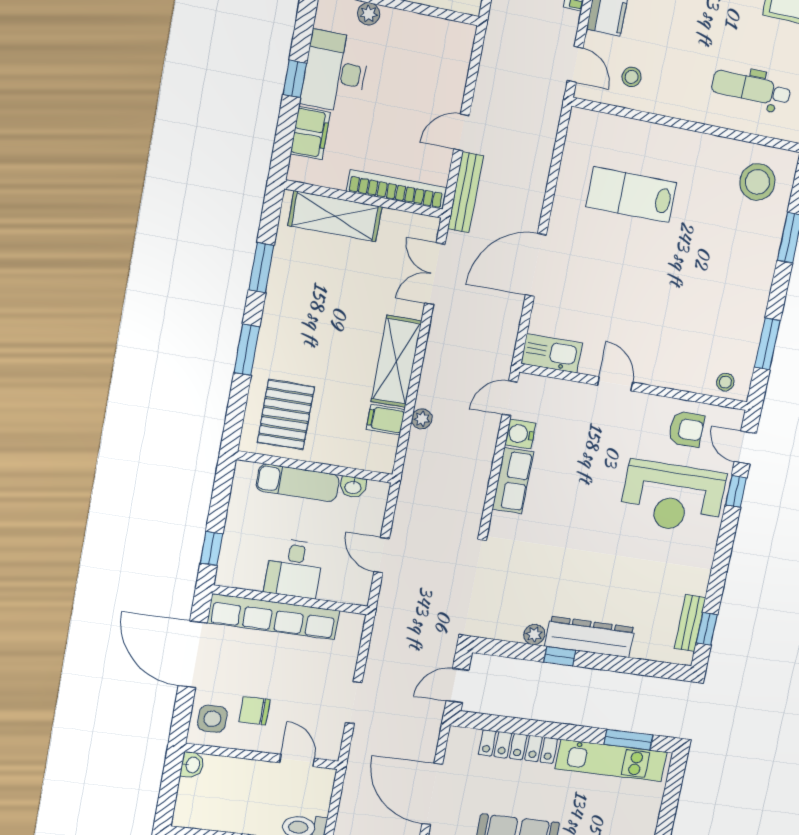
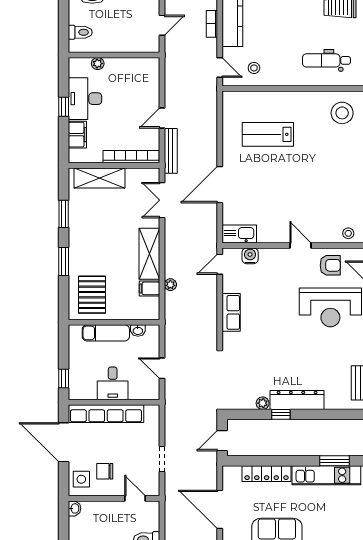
door: (615, 384) -> (300, 245), moved
water cooler: (520, 434) -> (250, 256), moved, turned 90

